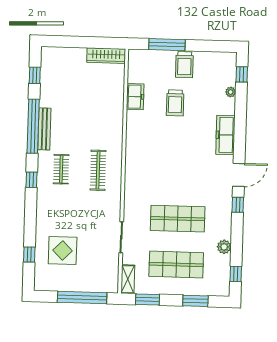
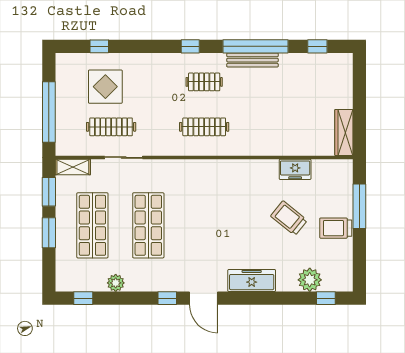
plant: (231, 92) -> (310, 280), width x1.87, depth x1.87
trolley: (175, 103) -> (289, 218), turned 39
clothes rail: (96, 247) -> (111, 127), added
window: (195, 301) -> (49, 233), moved

